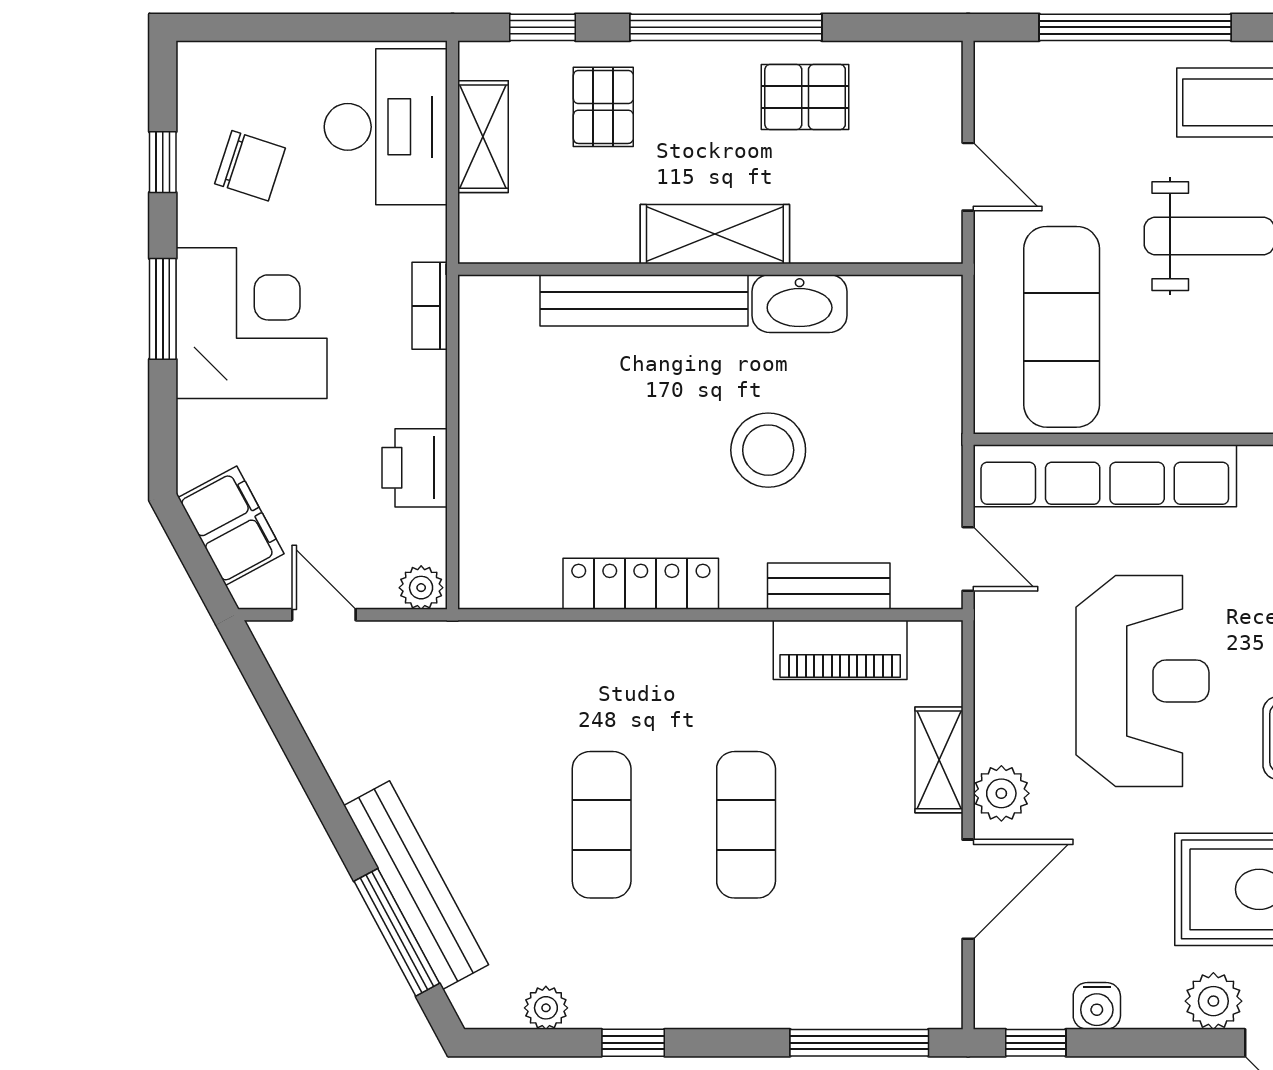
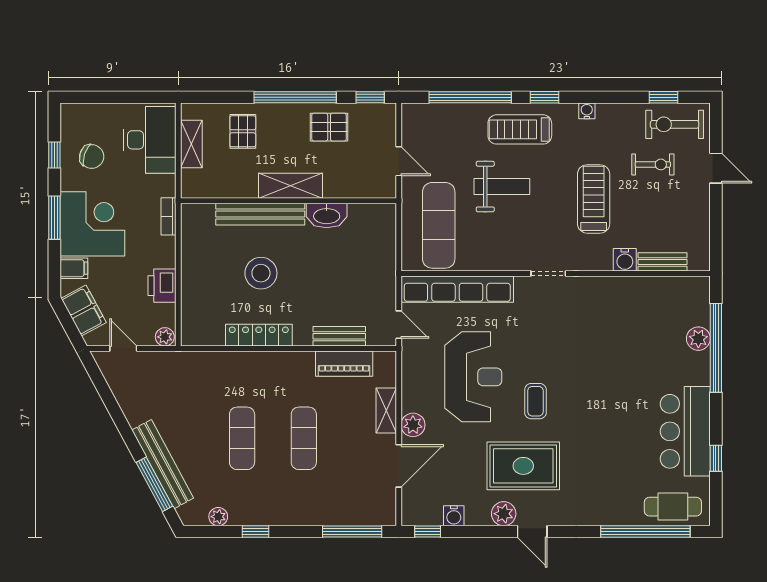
window: (543, 27) -> (370, 97), moved
filing cabinet: (208, 427) -> (74, 268), added
stool: (768, 450) -> (261, 273), moved

